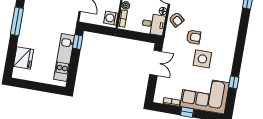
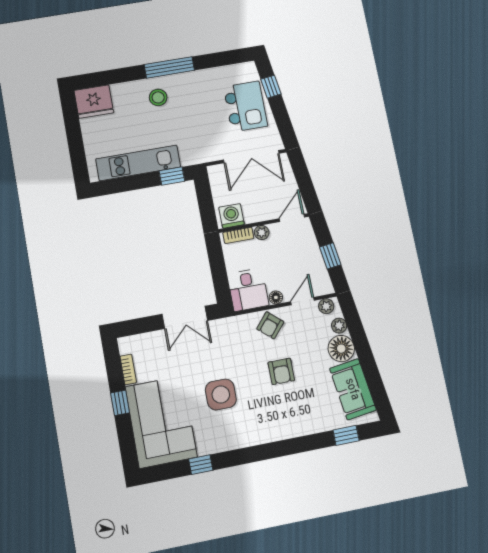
stool: (32, 34) -> (158, 97), added
armchair: (194, 37) -> (281, 371), moved
fridge: (23, 58) -> (94, 102), moved

